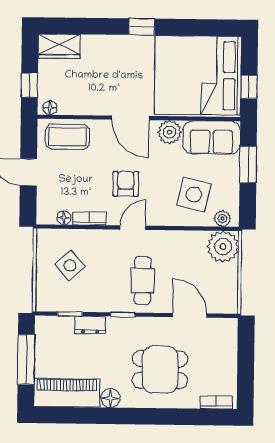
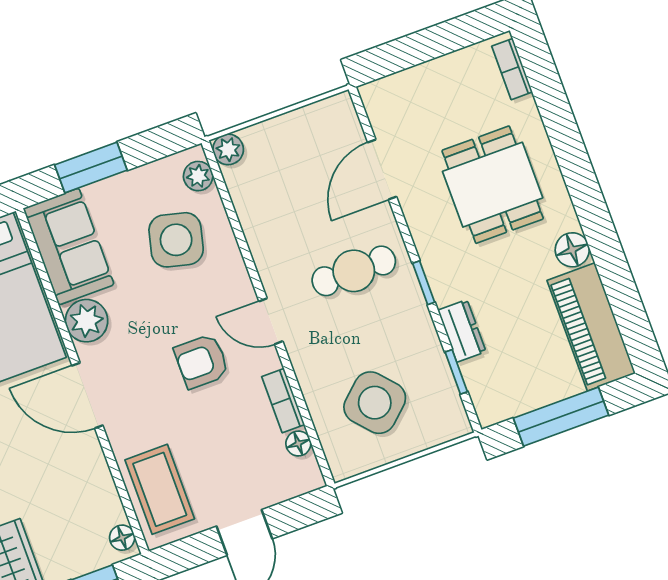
door: (130, 118) -> (87, 396), swing flipped
plant: (223, 247) -> (228, 149), width x0.53, depth x0.53
side table: (70, 266) -> (375, 403), width x1.37, depth x1.37

